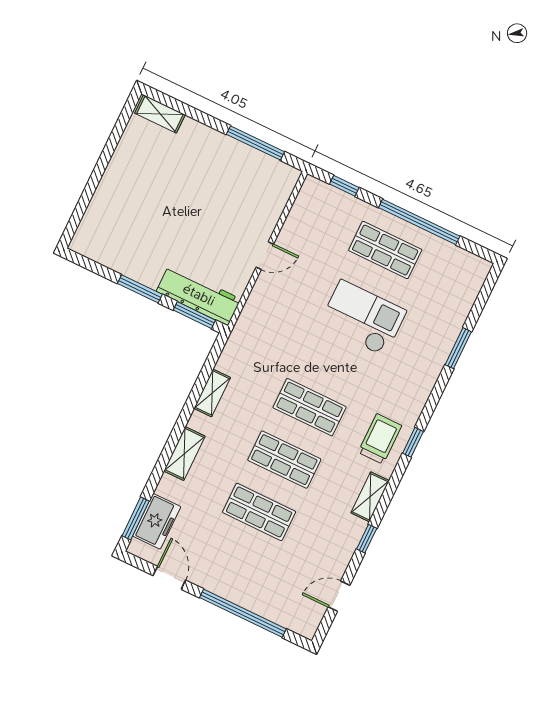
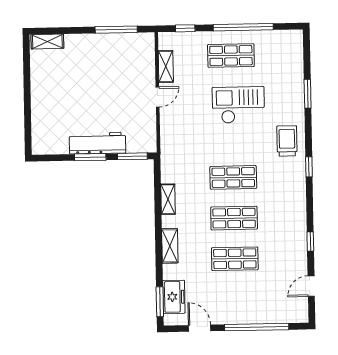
workbench: (199, 295) -> (98, 143), moved
trolley: (380, 439) -> (287, 141), moved
shelving: (370, 497) -> (166, 66), moved

